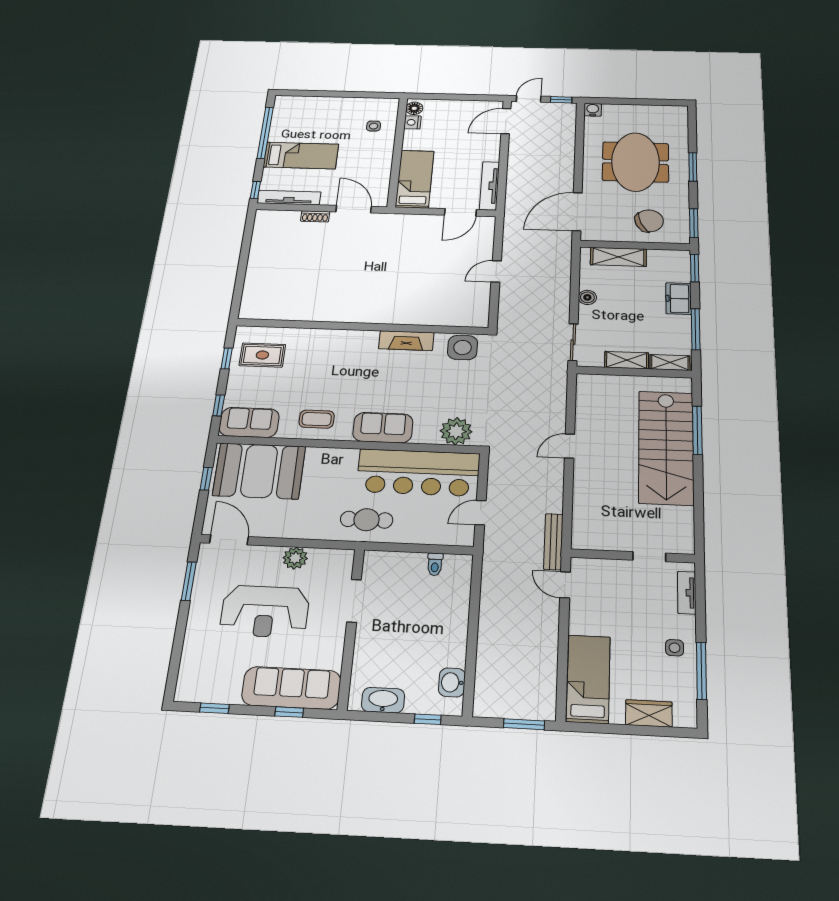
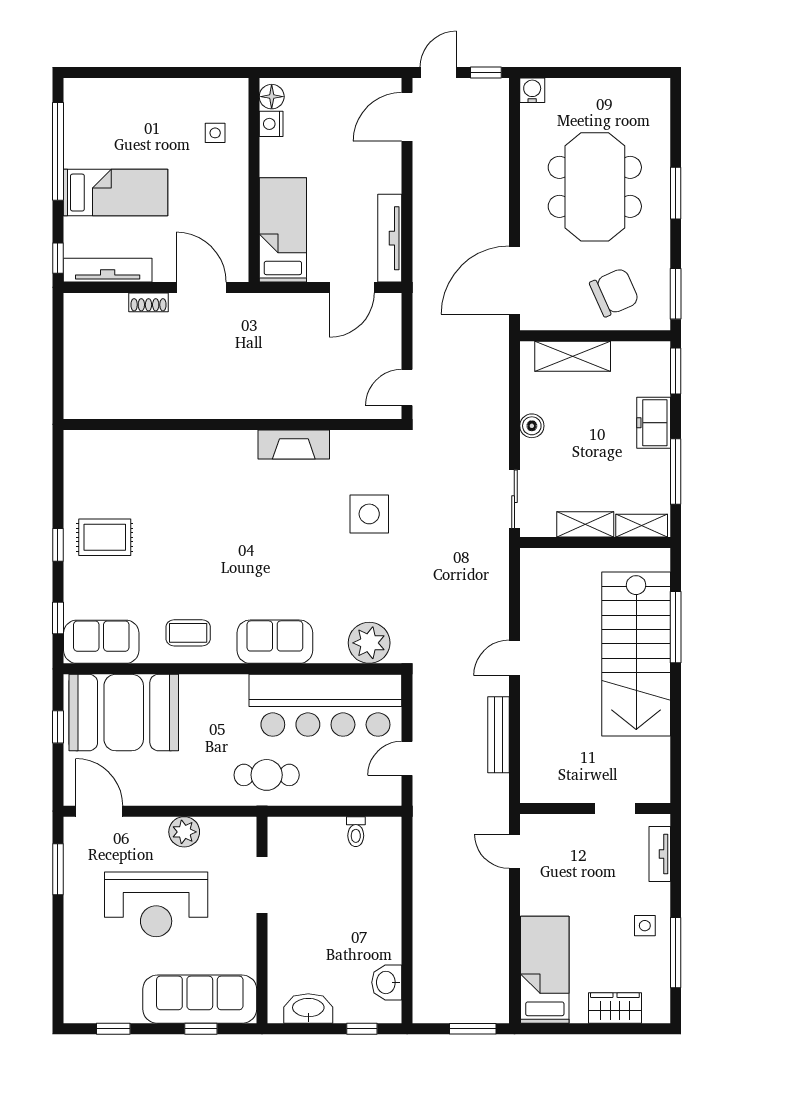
wall: (362, 327) -> (232, 424), moved
fireplace: (406, 341) -> (294, 444), moved
bench: (553, 542) -> (498, 735), moved

